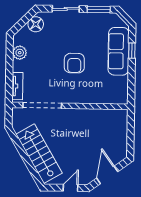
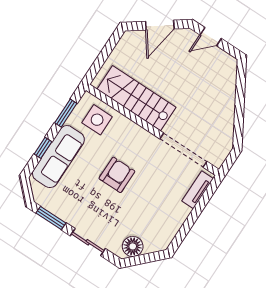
plant: (20, 53) -> (171, 226), removed
window: (131, 82) -> (66, 113), added
side table: (109, 90) -> (97, 120), added
stairs: (39, 154) -> (136, 98), moved, turned 120

